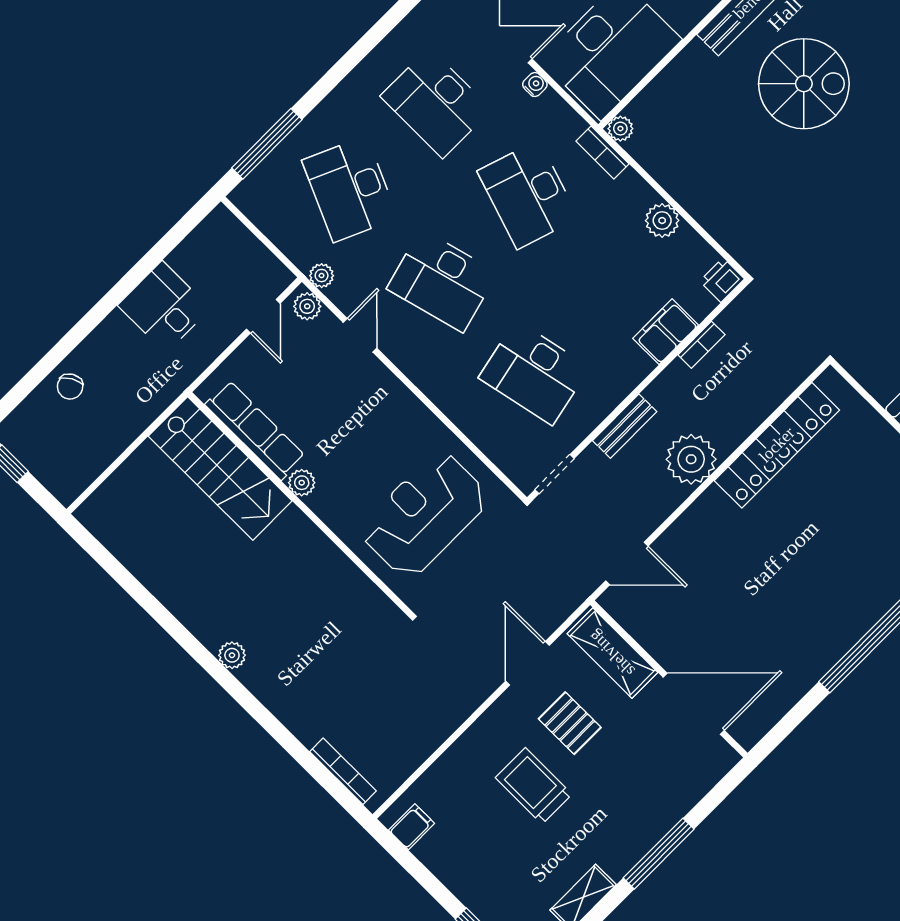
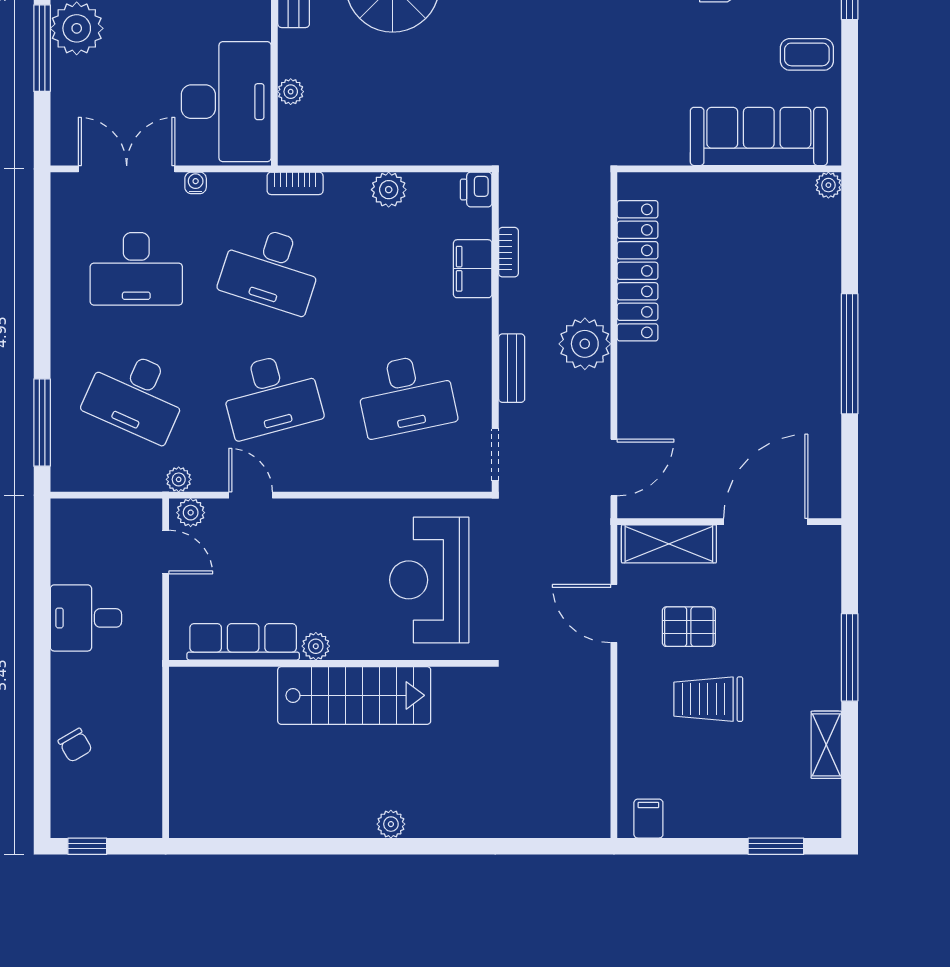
plant: (620, 129) -> (291, 92), moved
stairs: (220, 469) -> (354, 695), moved
bookcase: (343, 771) -> (557, 828), removed

